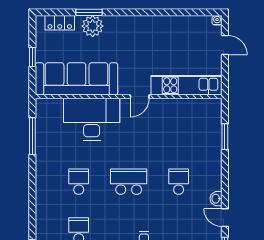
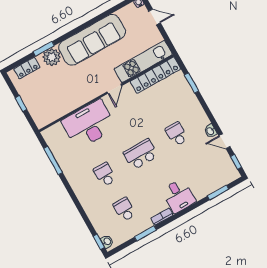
sofa: (76, 79) -> (92, 40), moved, turned 180
locker: (191, 107) -> (155, 75), added

